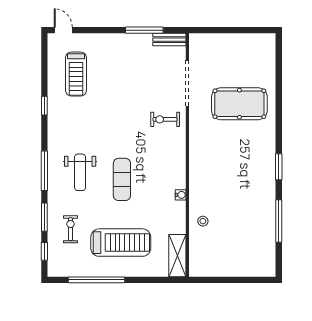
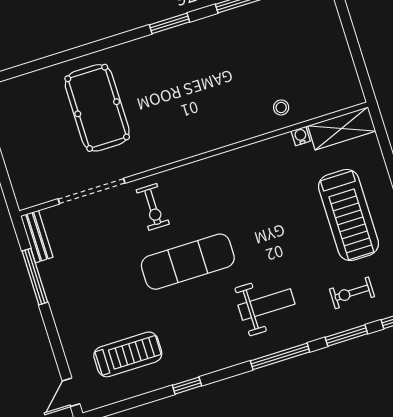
exercise mat: (122, 179) -> (188, 262), moved, width x1.36, depth x1.45
water cooler: (181, 195) -> (301, 136), moved
treadmill: (121, 243) -> (349, 215), turned 180

